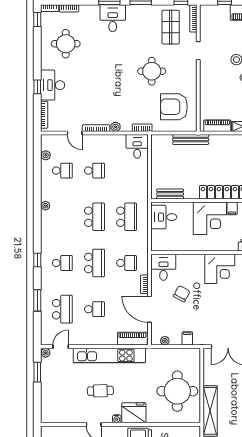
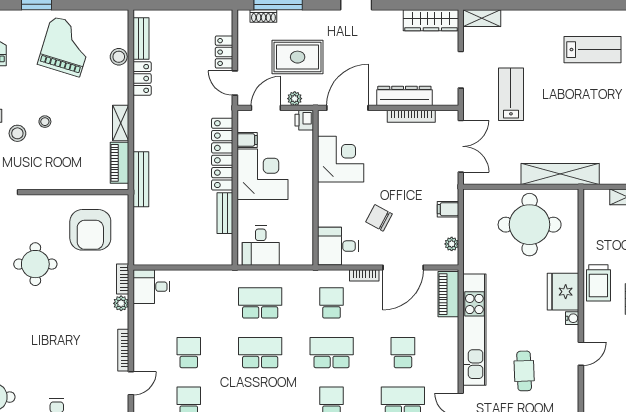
plant: (116, 127) -> (121, 303), moved
bench: (191, 139) -> (141, 179), moved
bench: (170, 194) -> (225, 213), moved
cafe table: (100, 391) -> (524, 371), moved

